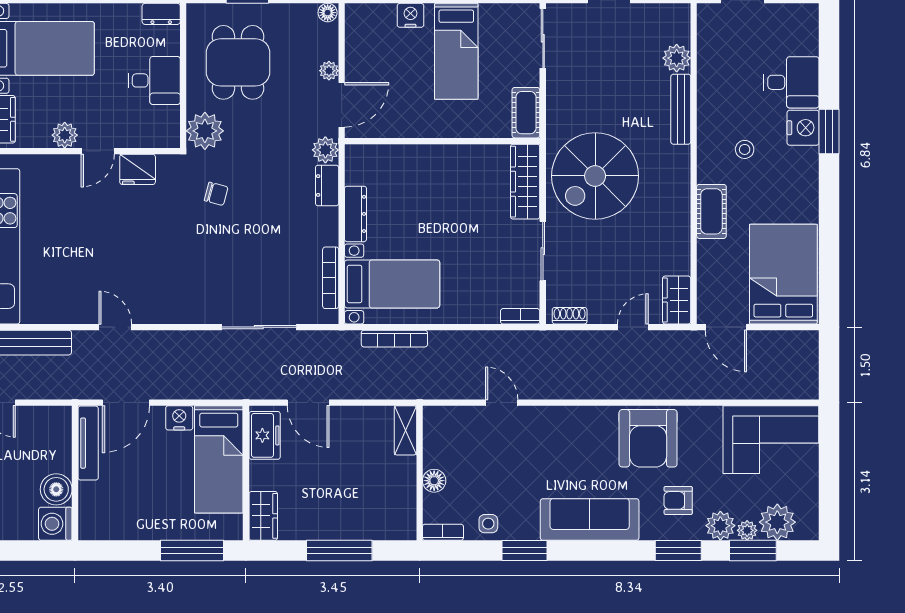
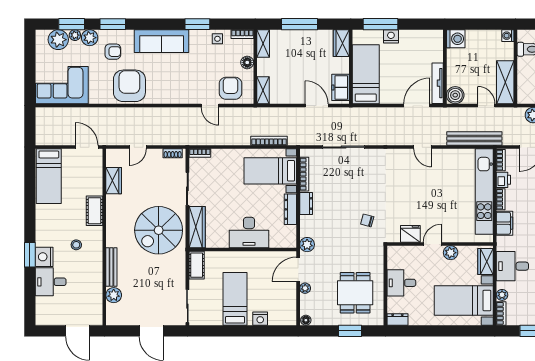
plant: (205, 131) -> (373, 255), removed
desk: (431, 172) -> (249, 232), added
spiral stairs: (595, 176) -> (159, 230), turned 180
dresser: (327, 185) -> (306, 204), moved
bed: (783, 274) -> (49, 176), width x0.67
wardrobe: (677, 300) -> (114, 181), moved
nightstand: (179, 418) -> (391, 36), moved, turned 180
armchair: (464, 434) -> (231, 88), added
boiler: (56, 489) -> (455, 95), moved
shelving: (405, 515) -> (263, 43), added

